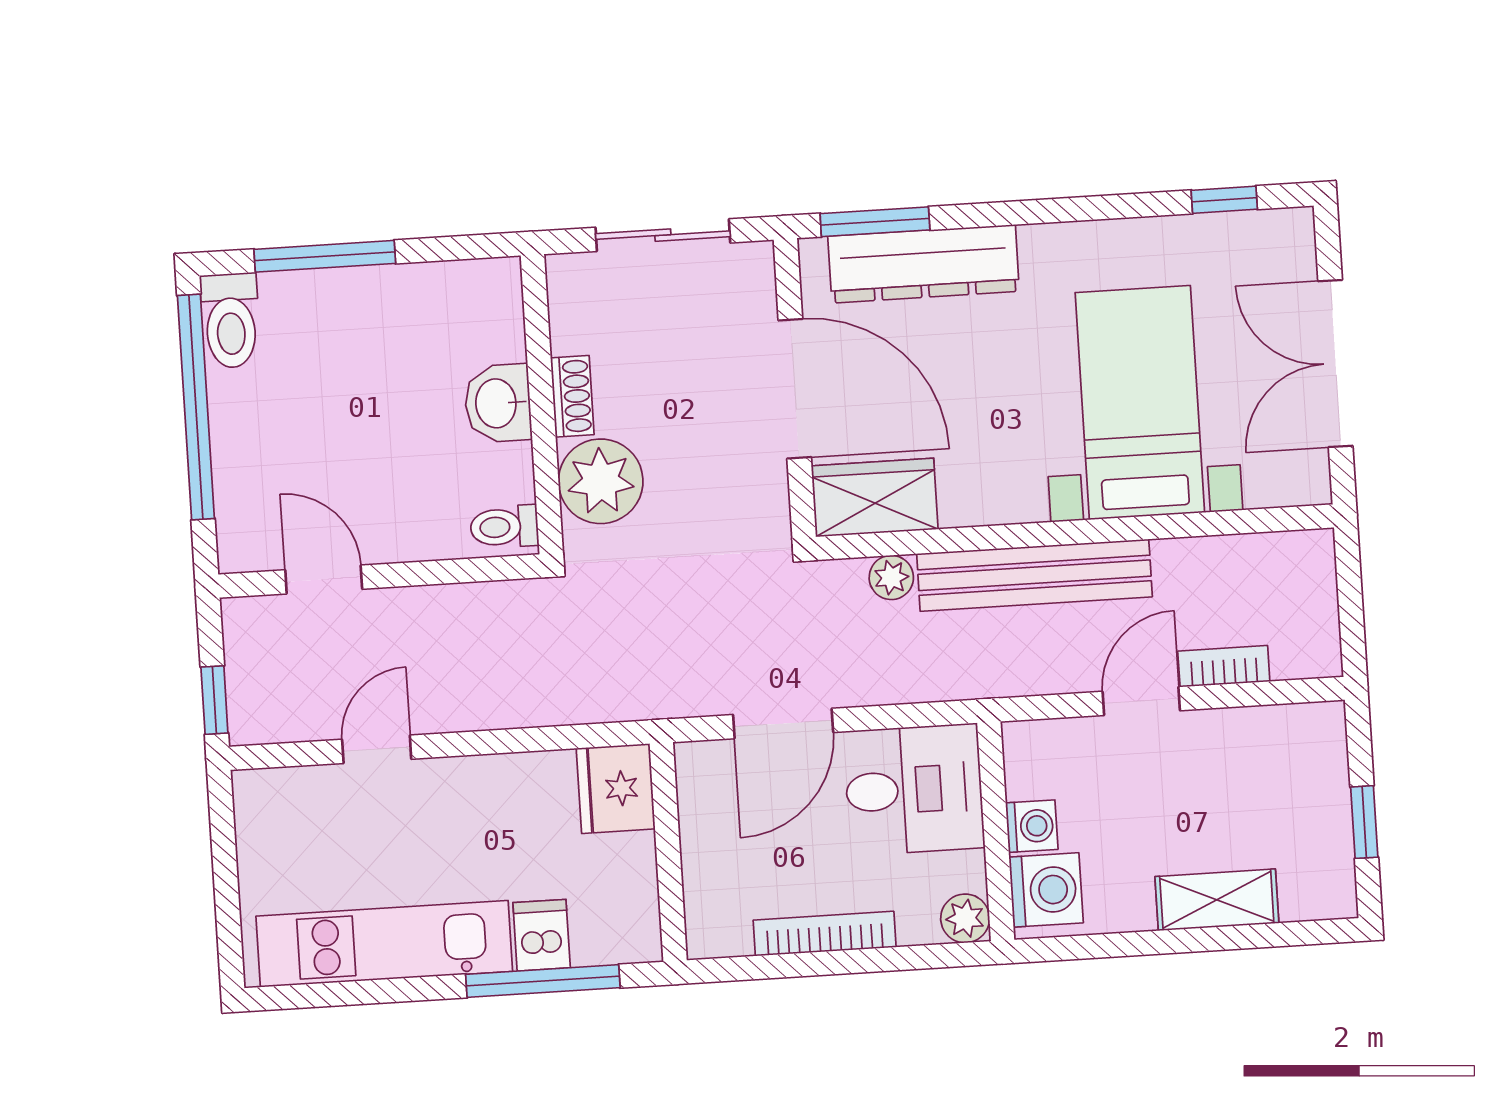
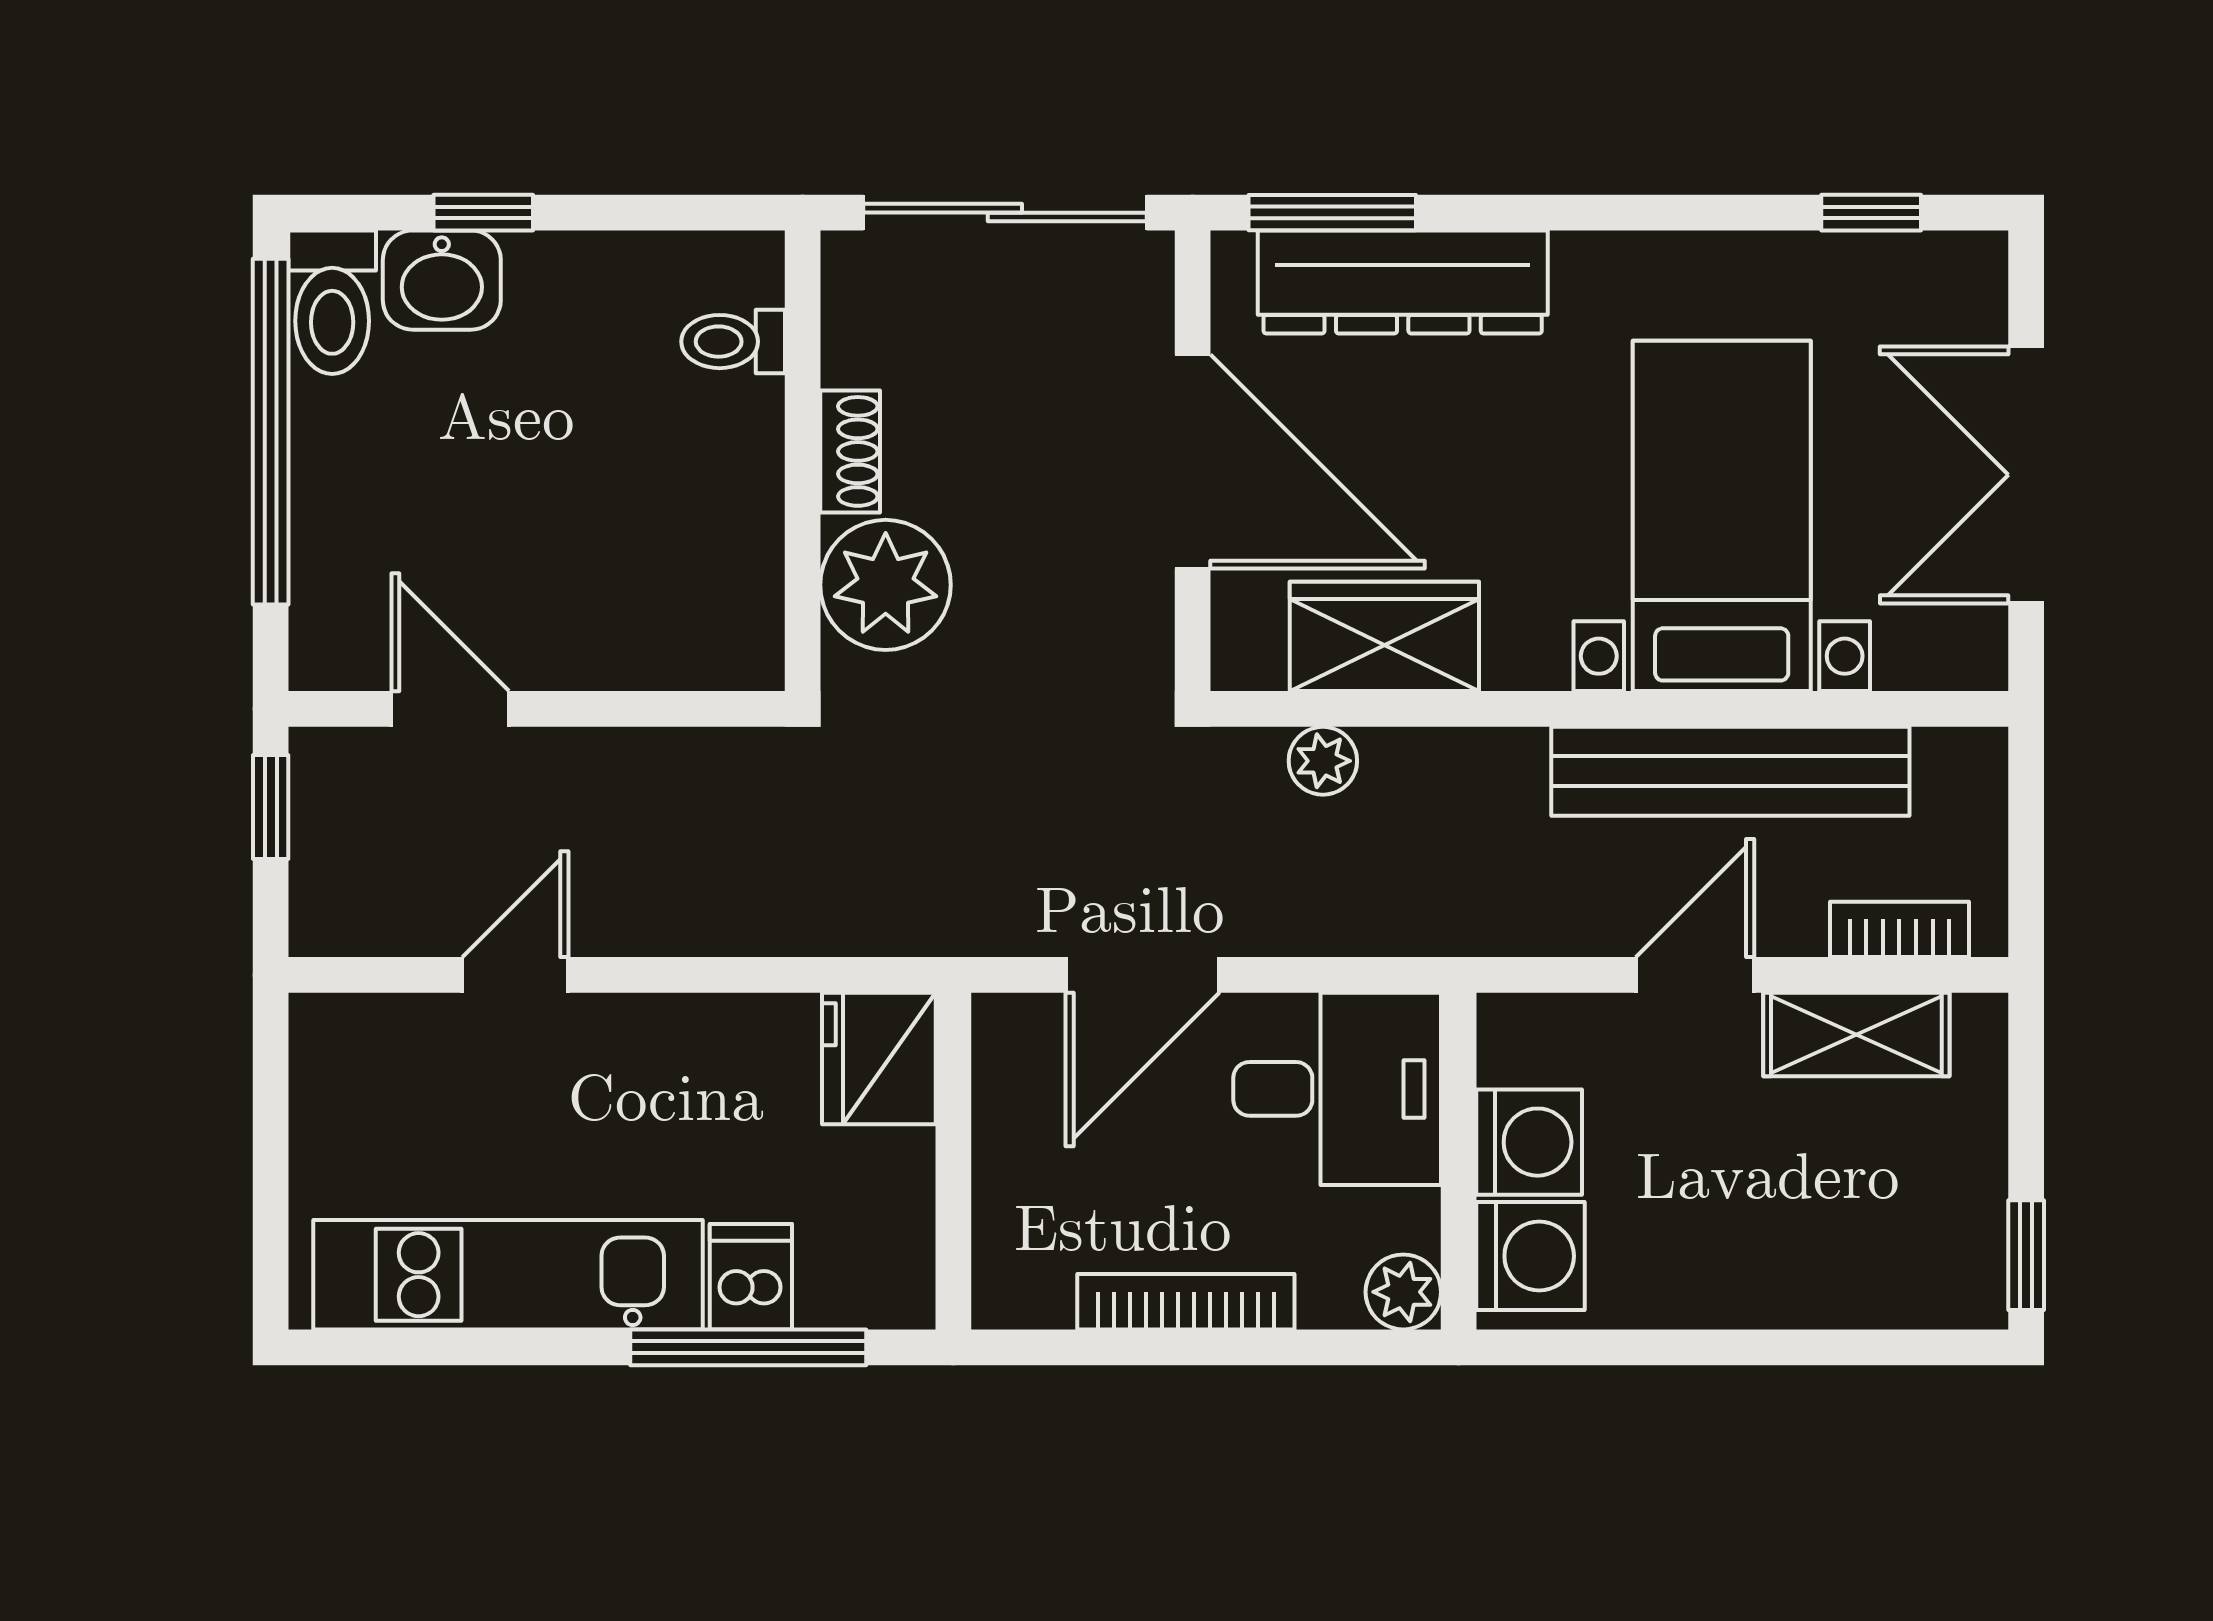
sliding door: (663, 235) -> (1005, 213), width x1.37
window: (325, 256) -> (483, 213), width x0.46
washbasin: (498, 403) -> (442, 280), moved, turned -90
wardrobe: (875, 498) -> (1384, 636), moved
toilet: (504, 527) -> (733, 342), moved
bench: (1034, 575) -> (1730, 771), moved
bookcase: (1224, 666) -> (1899, 929), moved
window: (214, 700) -> (271, 807), moved
window: (1364, 822) -> (2026, 1255), moved
washing machine: (1032, 826) -> (1529, 1142), width x1.38, depth x1.38
shelving: (1217, 900) -> (1856, 1034), moved

